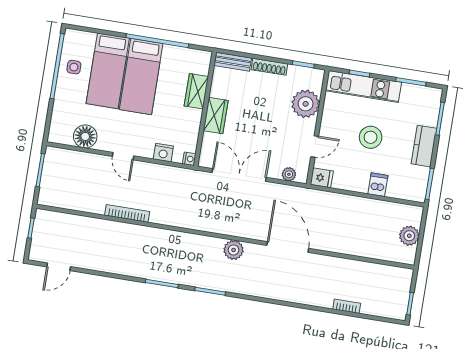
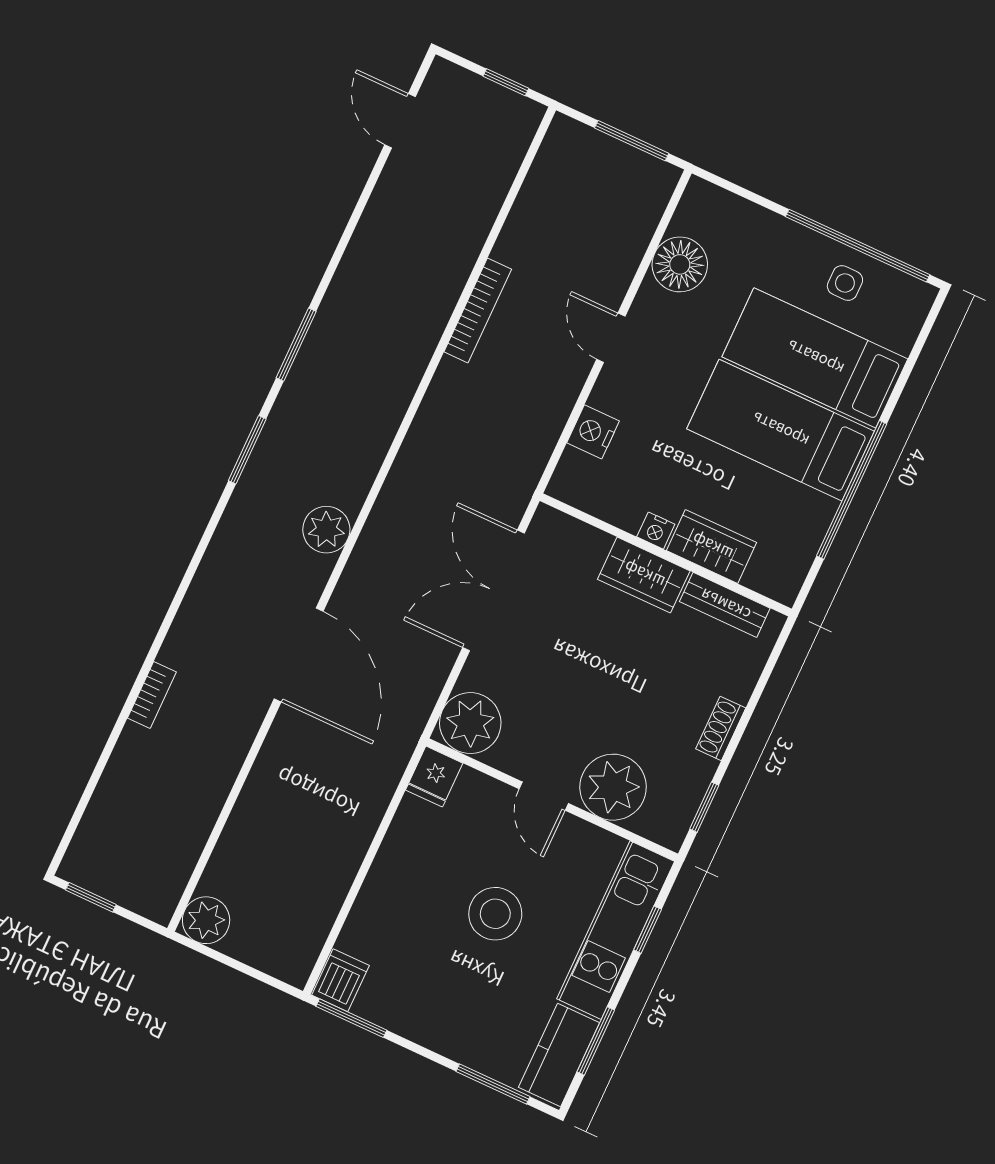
bench: (233, 62) -> (725, 605), moved, turned 90
shoe rack: (269, 67) -> (721, 728), width x0.70
kitchen counter: (424, 146) -> (559, 1055), moved, turned -90
door: (315, 147) -> (544, 796), moved
door: (123, 156) -> (611, 338), hinge flipped
nightstand: (189, 159) -> (656, 531), moved
plant: (289, 174) -> (470, 723), width x1.87, depth x1.87
double door: (239, 175) -> (494, 590), swing flipped
dishwasher: (378, 185) -> (340, 980), moved, turned -90
plant: (409, 236) -> (206, 920), moved
door: (288, 247) -> (299, 655), hinge flipped
bookcase: (347, 306) -> (152, 695), moved

